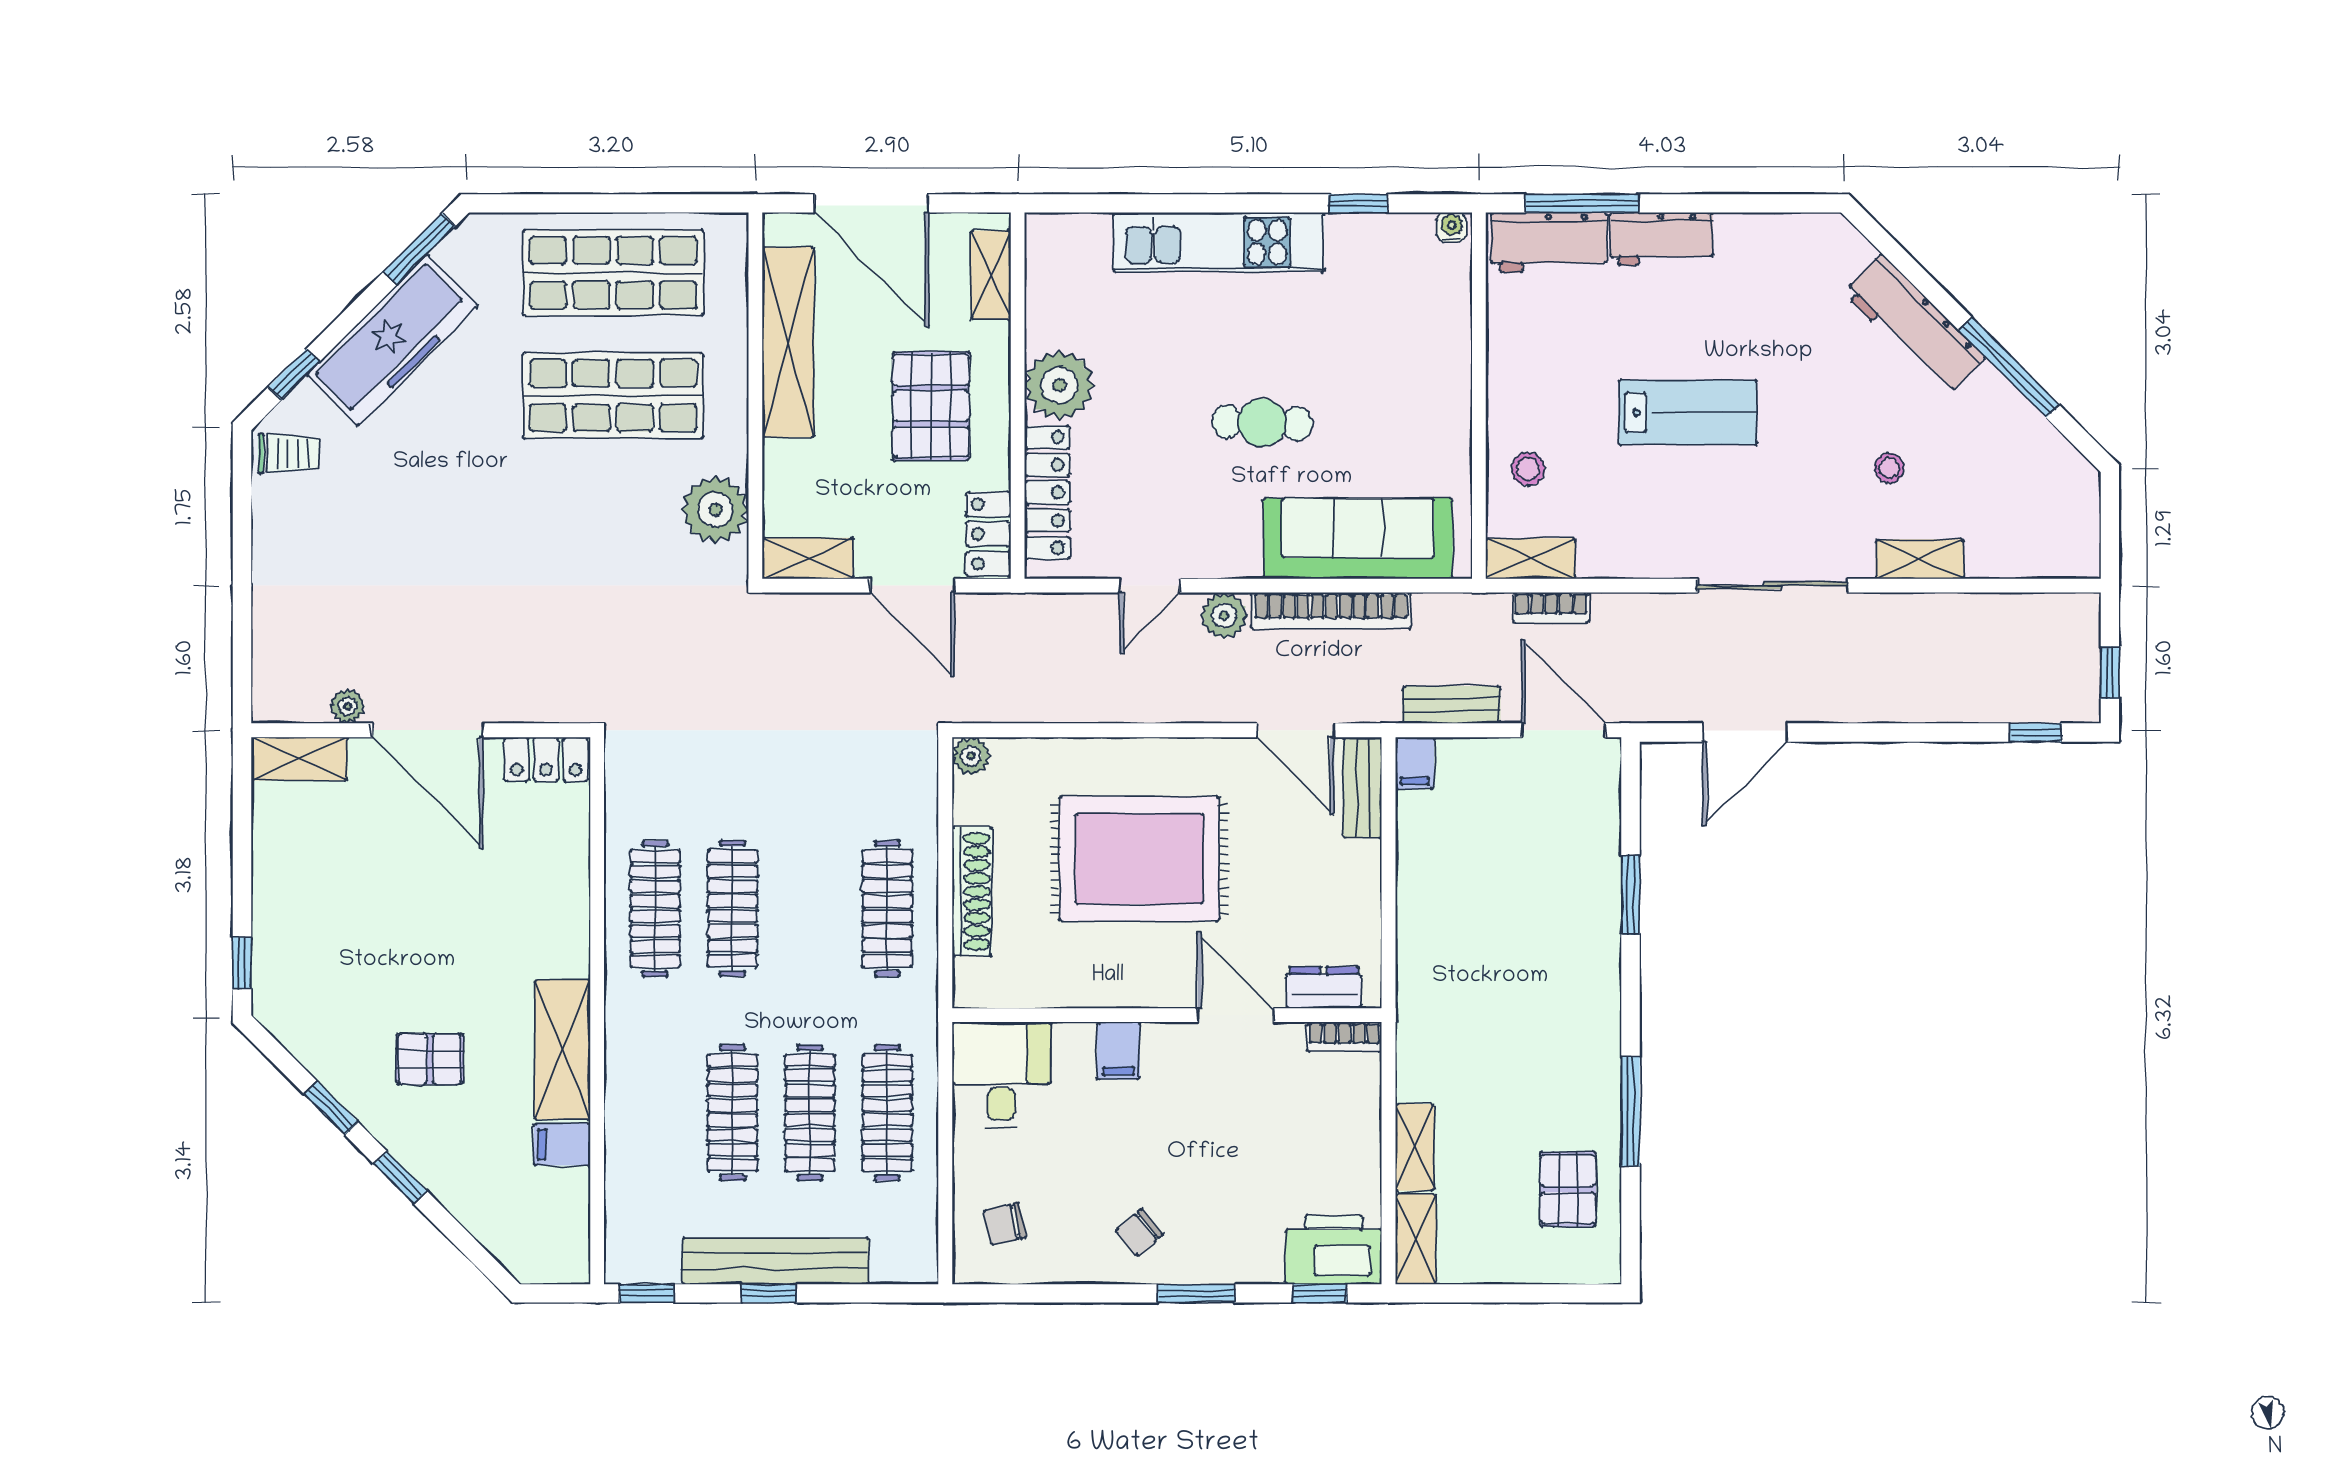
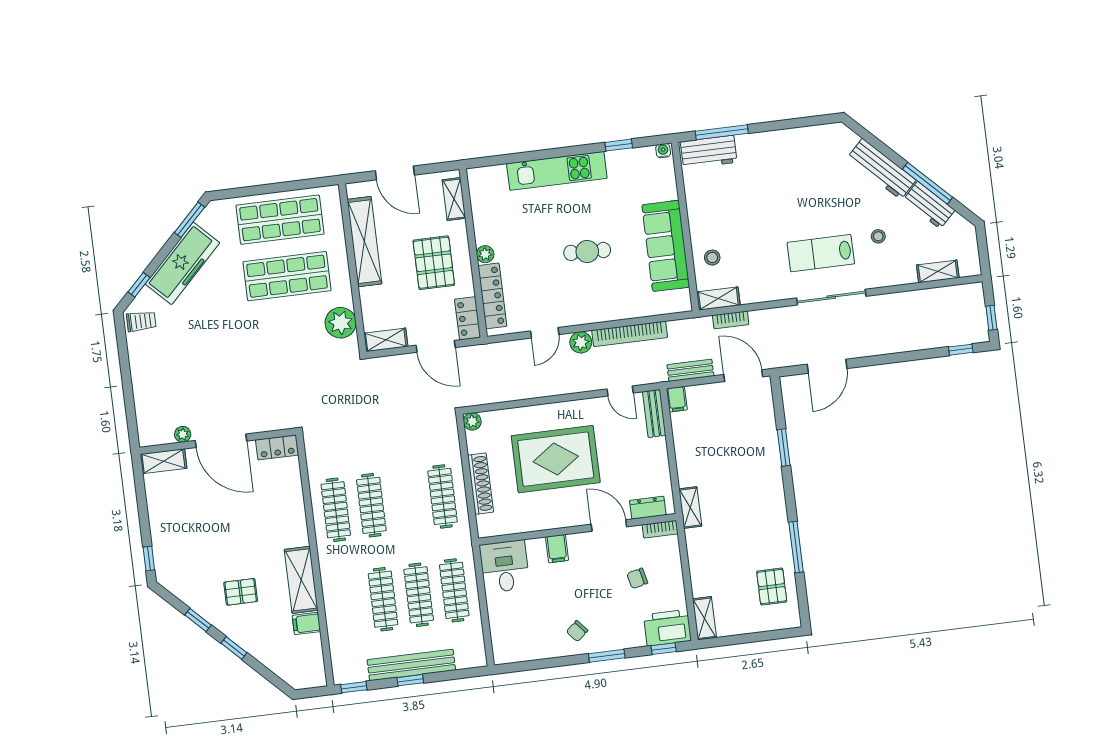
door: (872, 203) -> (395, 173), width x0.73
workbench: (1661, 239) -> (929, 205), moved, turned 45
plant: (1059, 385) -> (485, 254), width x0.53, depth x0.53
lab bench: (1688, 412) -> (821, 253), moved, turned 180
sofa: (1358, 538) -> (666, 246), moved, turned -90
shelving: (1920, 559) -> (938, 271), moved
door: (1295, 730) -> (620, 391), width x0.73
shelving: (1415, 1147) -> (690, 507), moved
chair: (1005, 1224) -> (637, 578), moved

